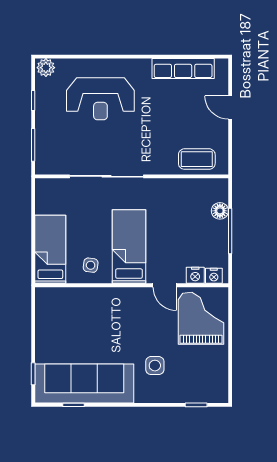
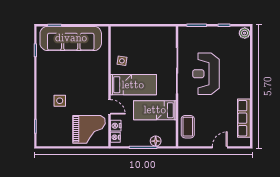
reception desk: (100, 99) -> (206, 74), moved
bed: (50, 249) -> (155, 110), moved, turned 180
door: (165, 285) -> (109, 107), swing flipped
sofa: (84, 383) -> (71, 38), moved, turned 90

